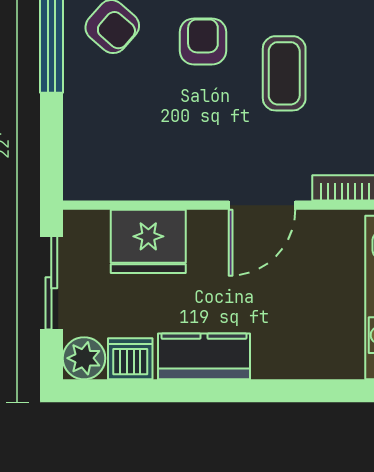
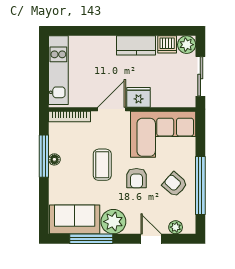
corner sofa: (140, 146) -> (163, 134), added
fridge: (148, 241) -> (139, 97), moved, width x0.73, depth x0.75

